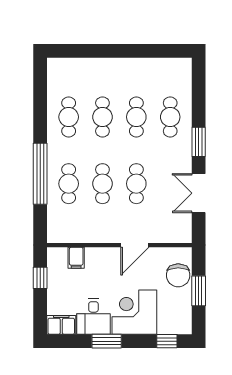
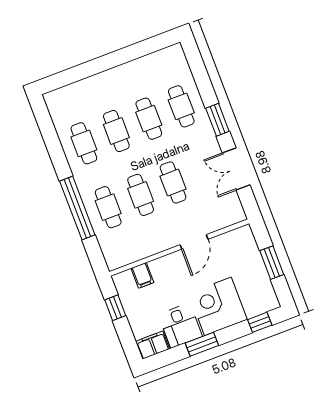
chair: (178, 275) -> (246, 255), removed

